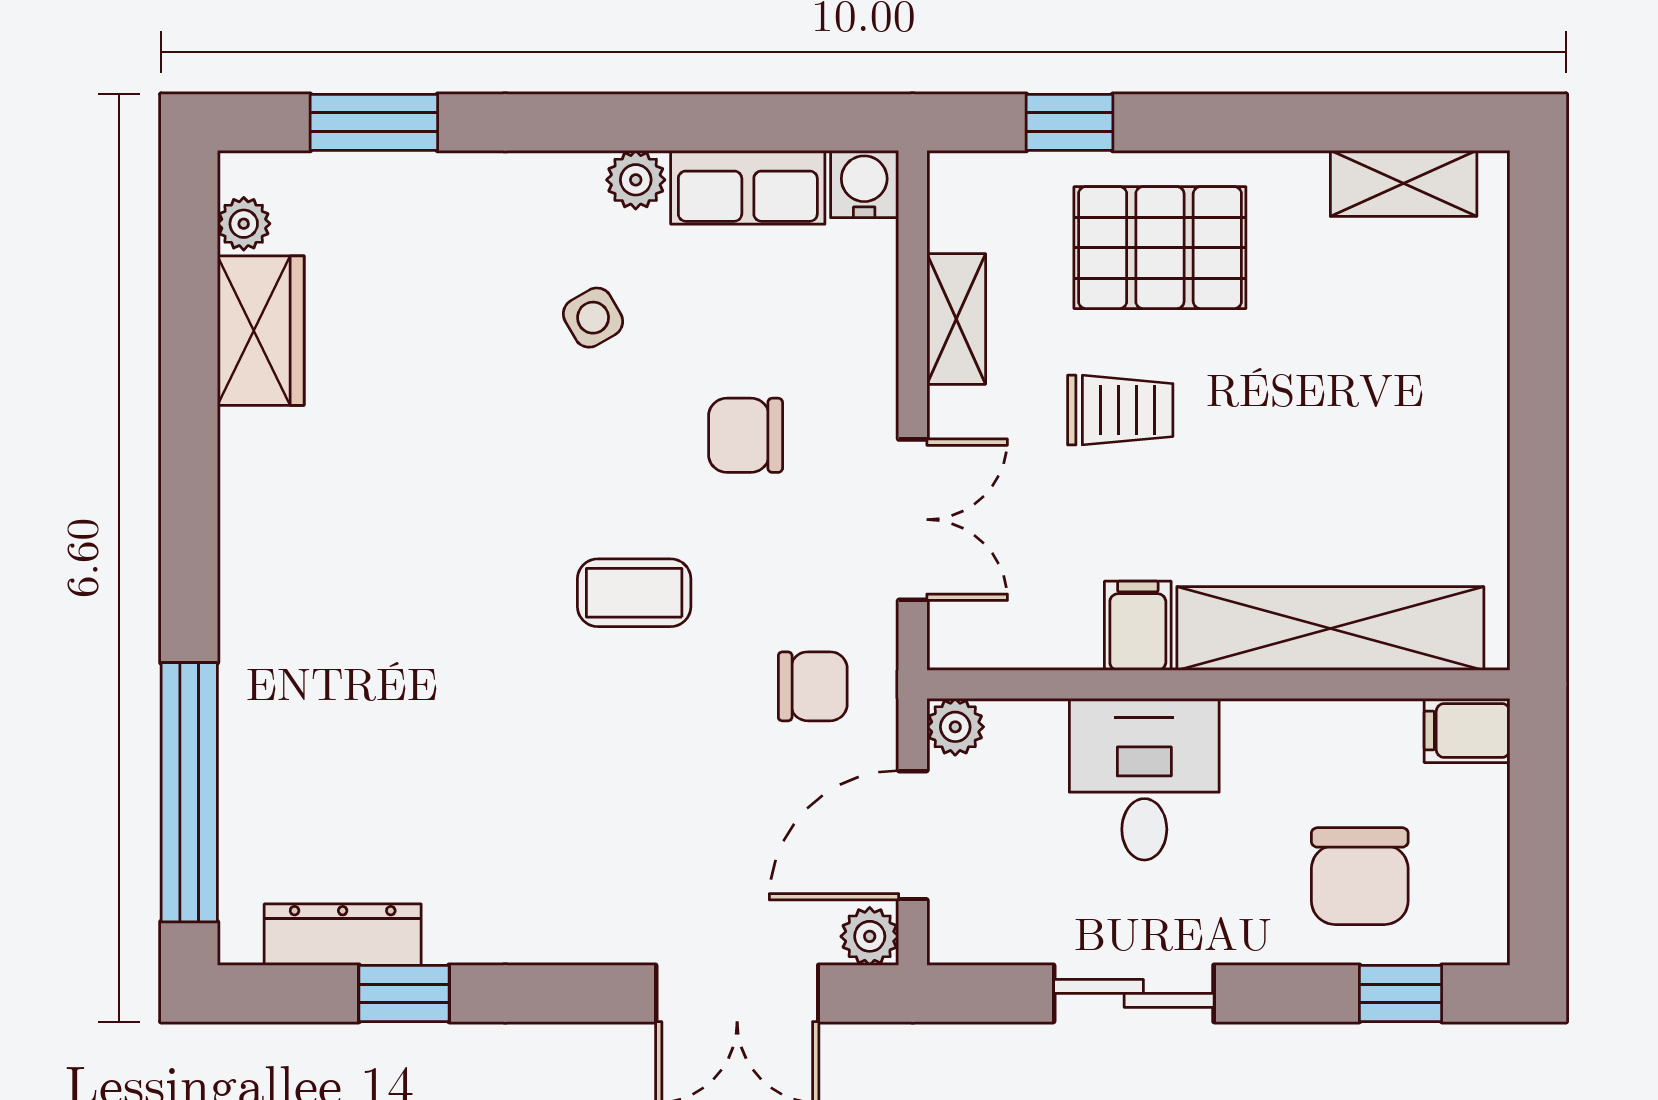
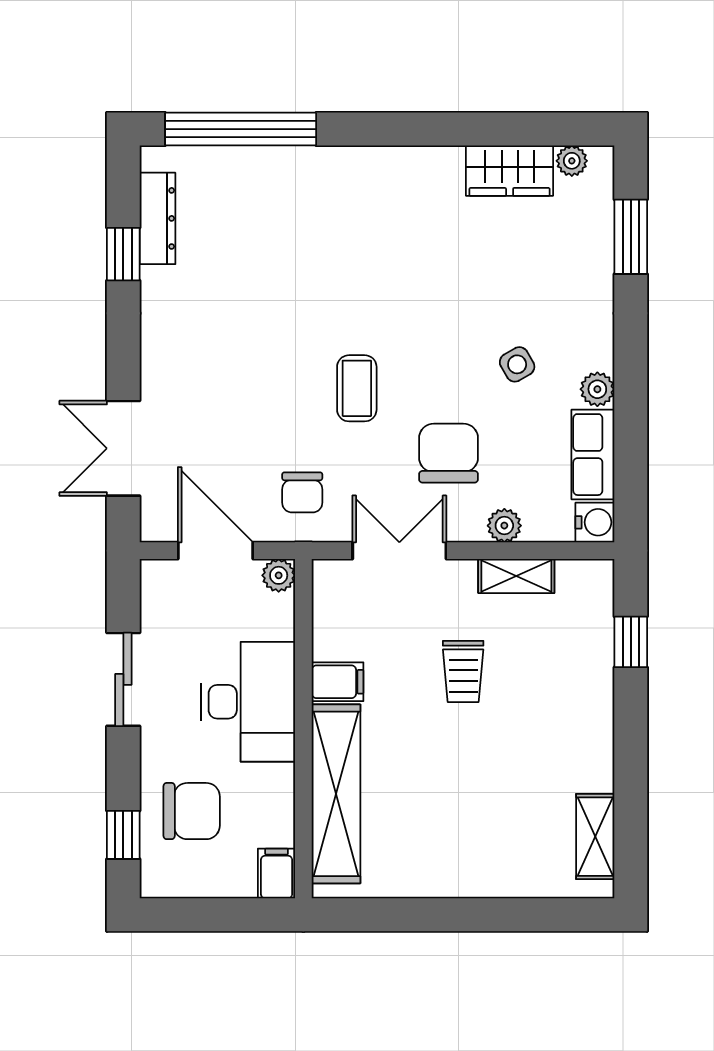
pallet: (1160, 248) -> (558, 695), removed
chair: (746, 435) -> (449, 453), width x1.37, depth x1.37
double door: (913, 520) -> (399, 551), swing flipped
desk: (1144, 779) -> (248, 702), width x1.37
chair: (1360, 876) -> (192, 811), turned 180
plant: (870, 936) -> (504, 526), moved

